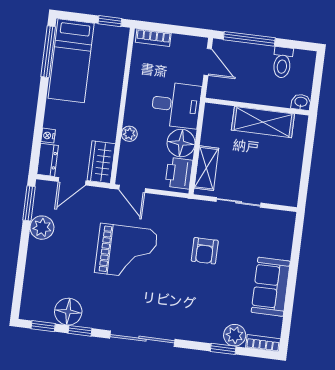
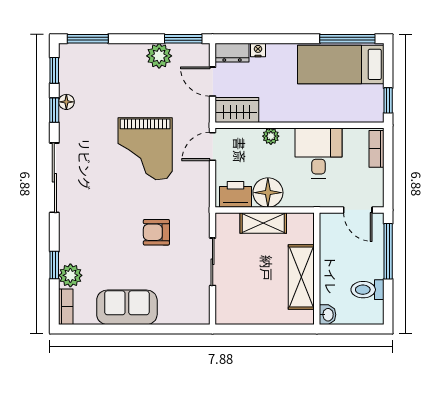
door: (208, 62) -> (358, 210), hinge flipped
desk: (176, 105) -> (318, 153), moved, turned 180
shelving: (206, 168) -> (263, 223), moved
window: (18, 292) -> (88, 39), added
floor lamp: (68, 312) -> (66, 102), width x0.53, depth x0.53

